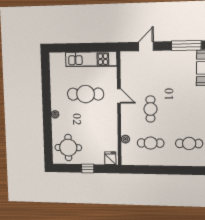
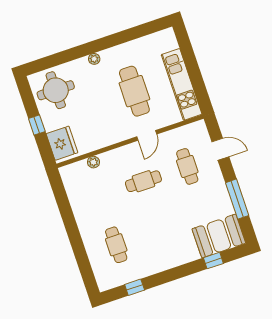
cafe table: (151, 143) -> (187, 166), moved
fridge: (110, 158) -> (62, 143), width x1.88, depth x1.34

